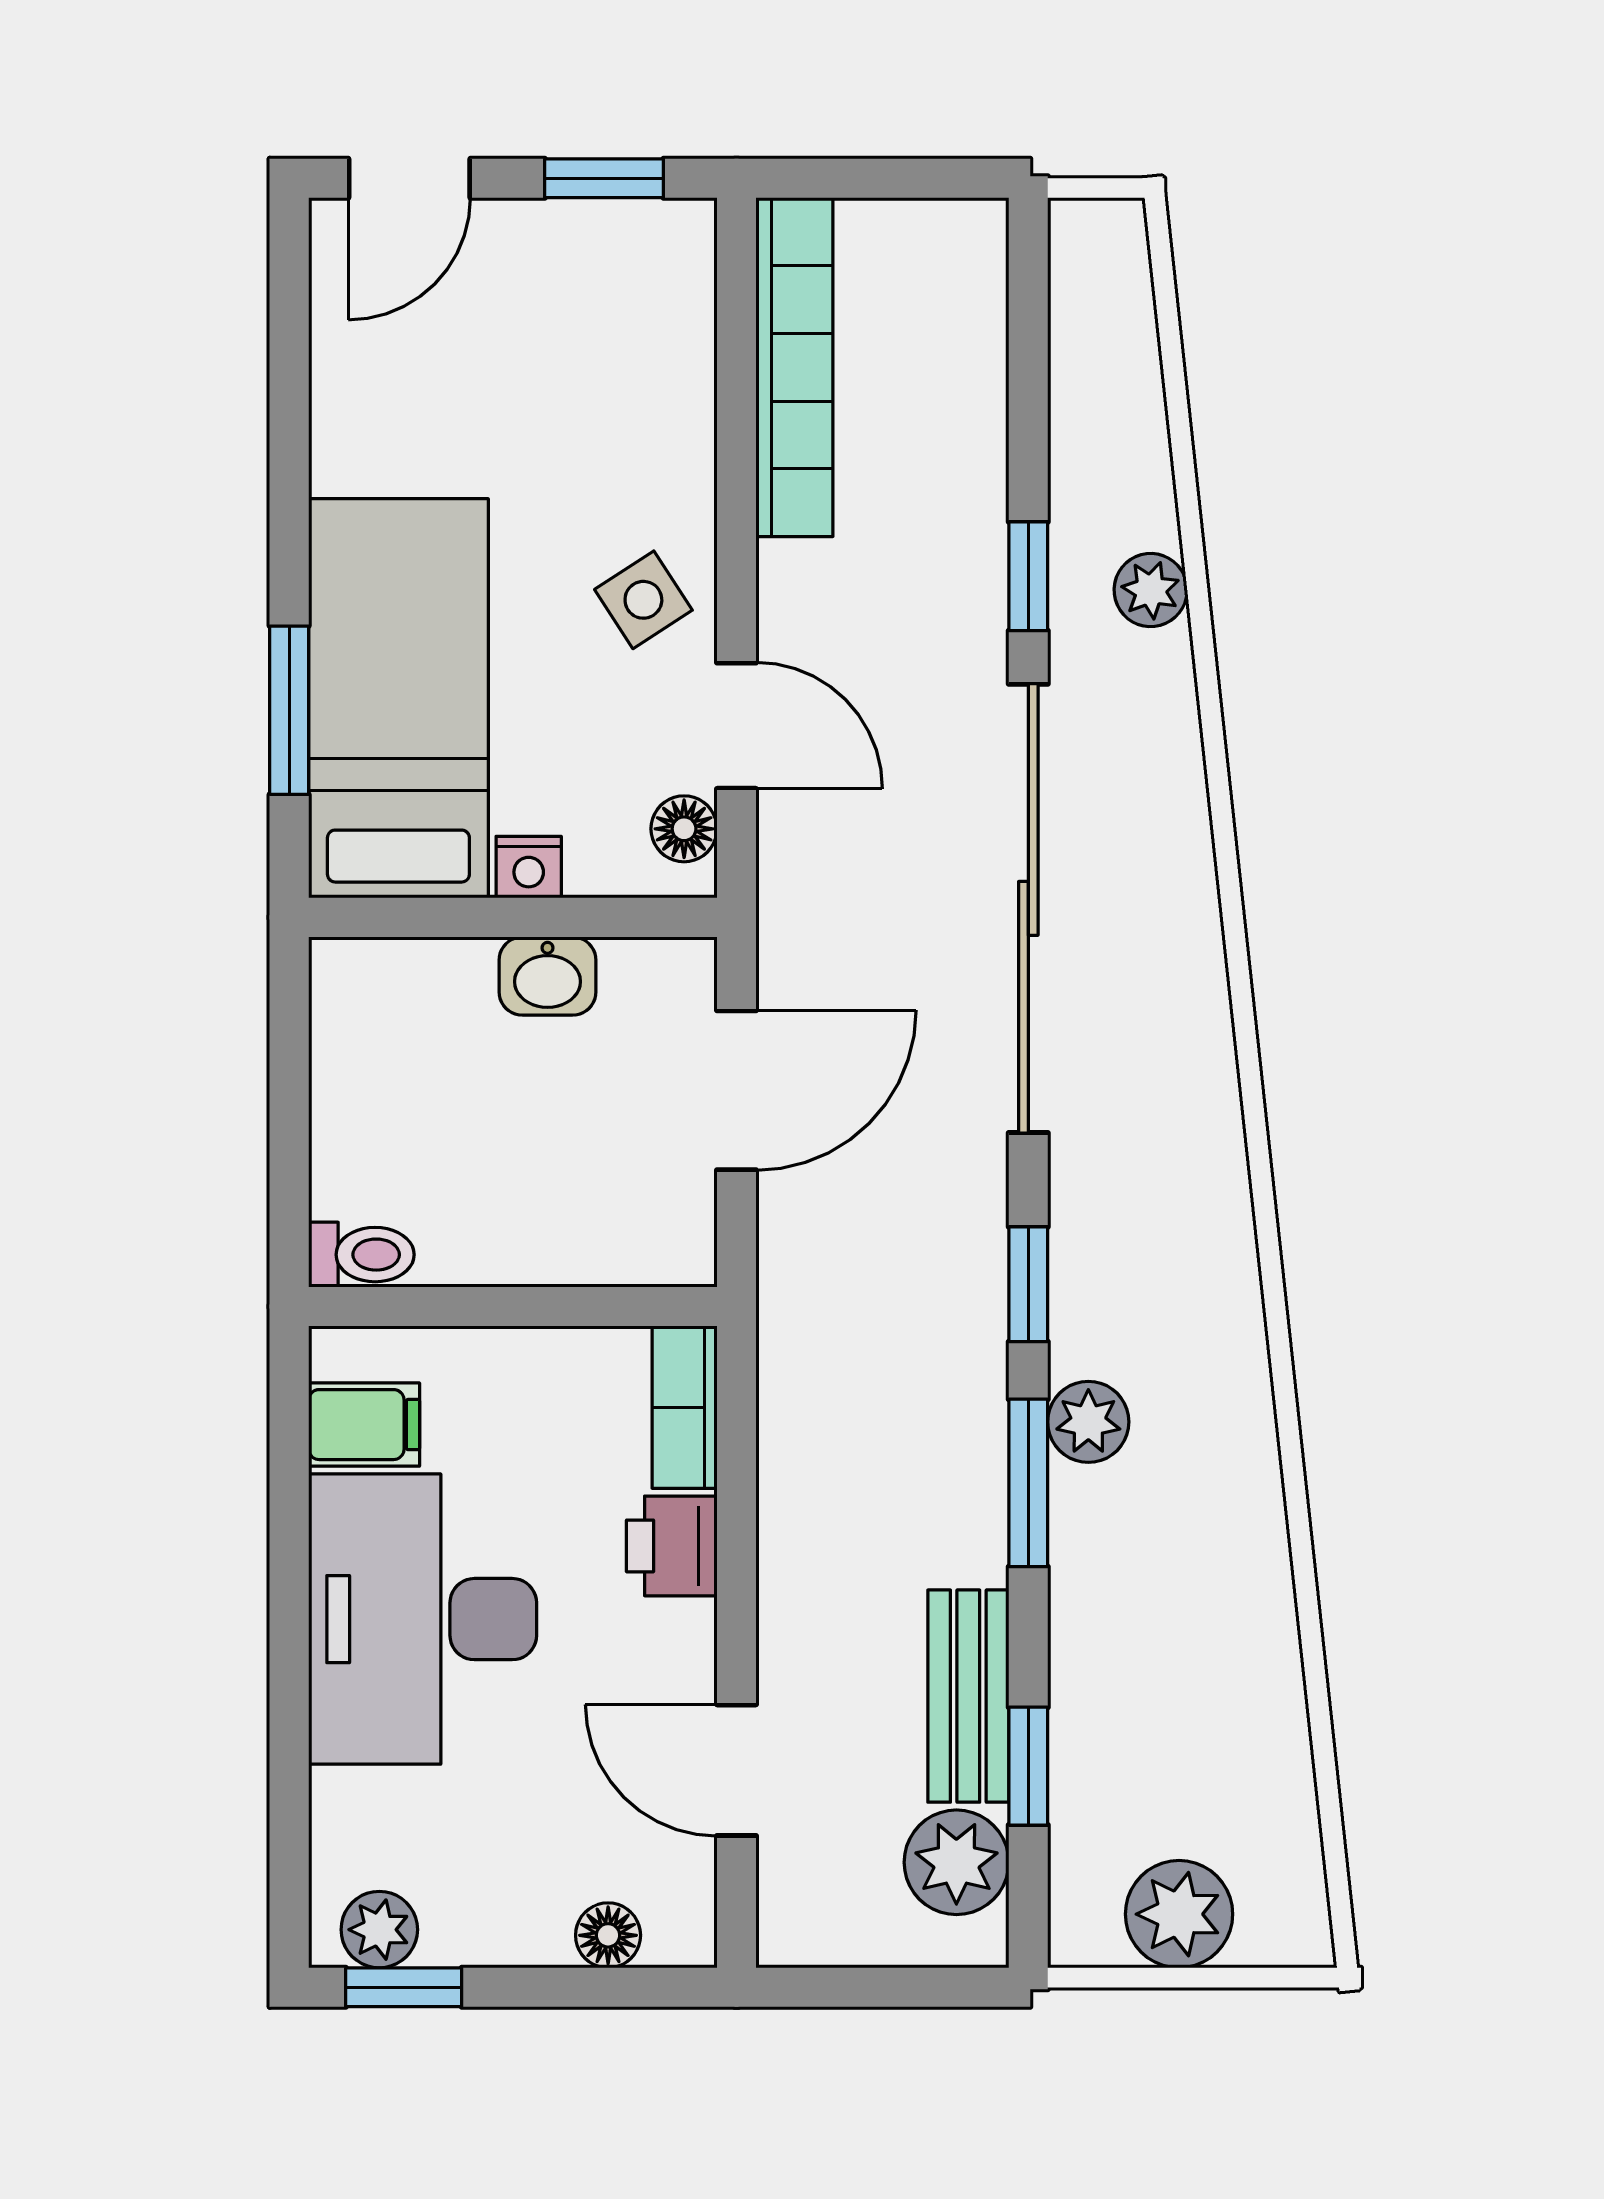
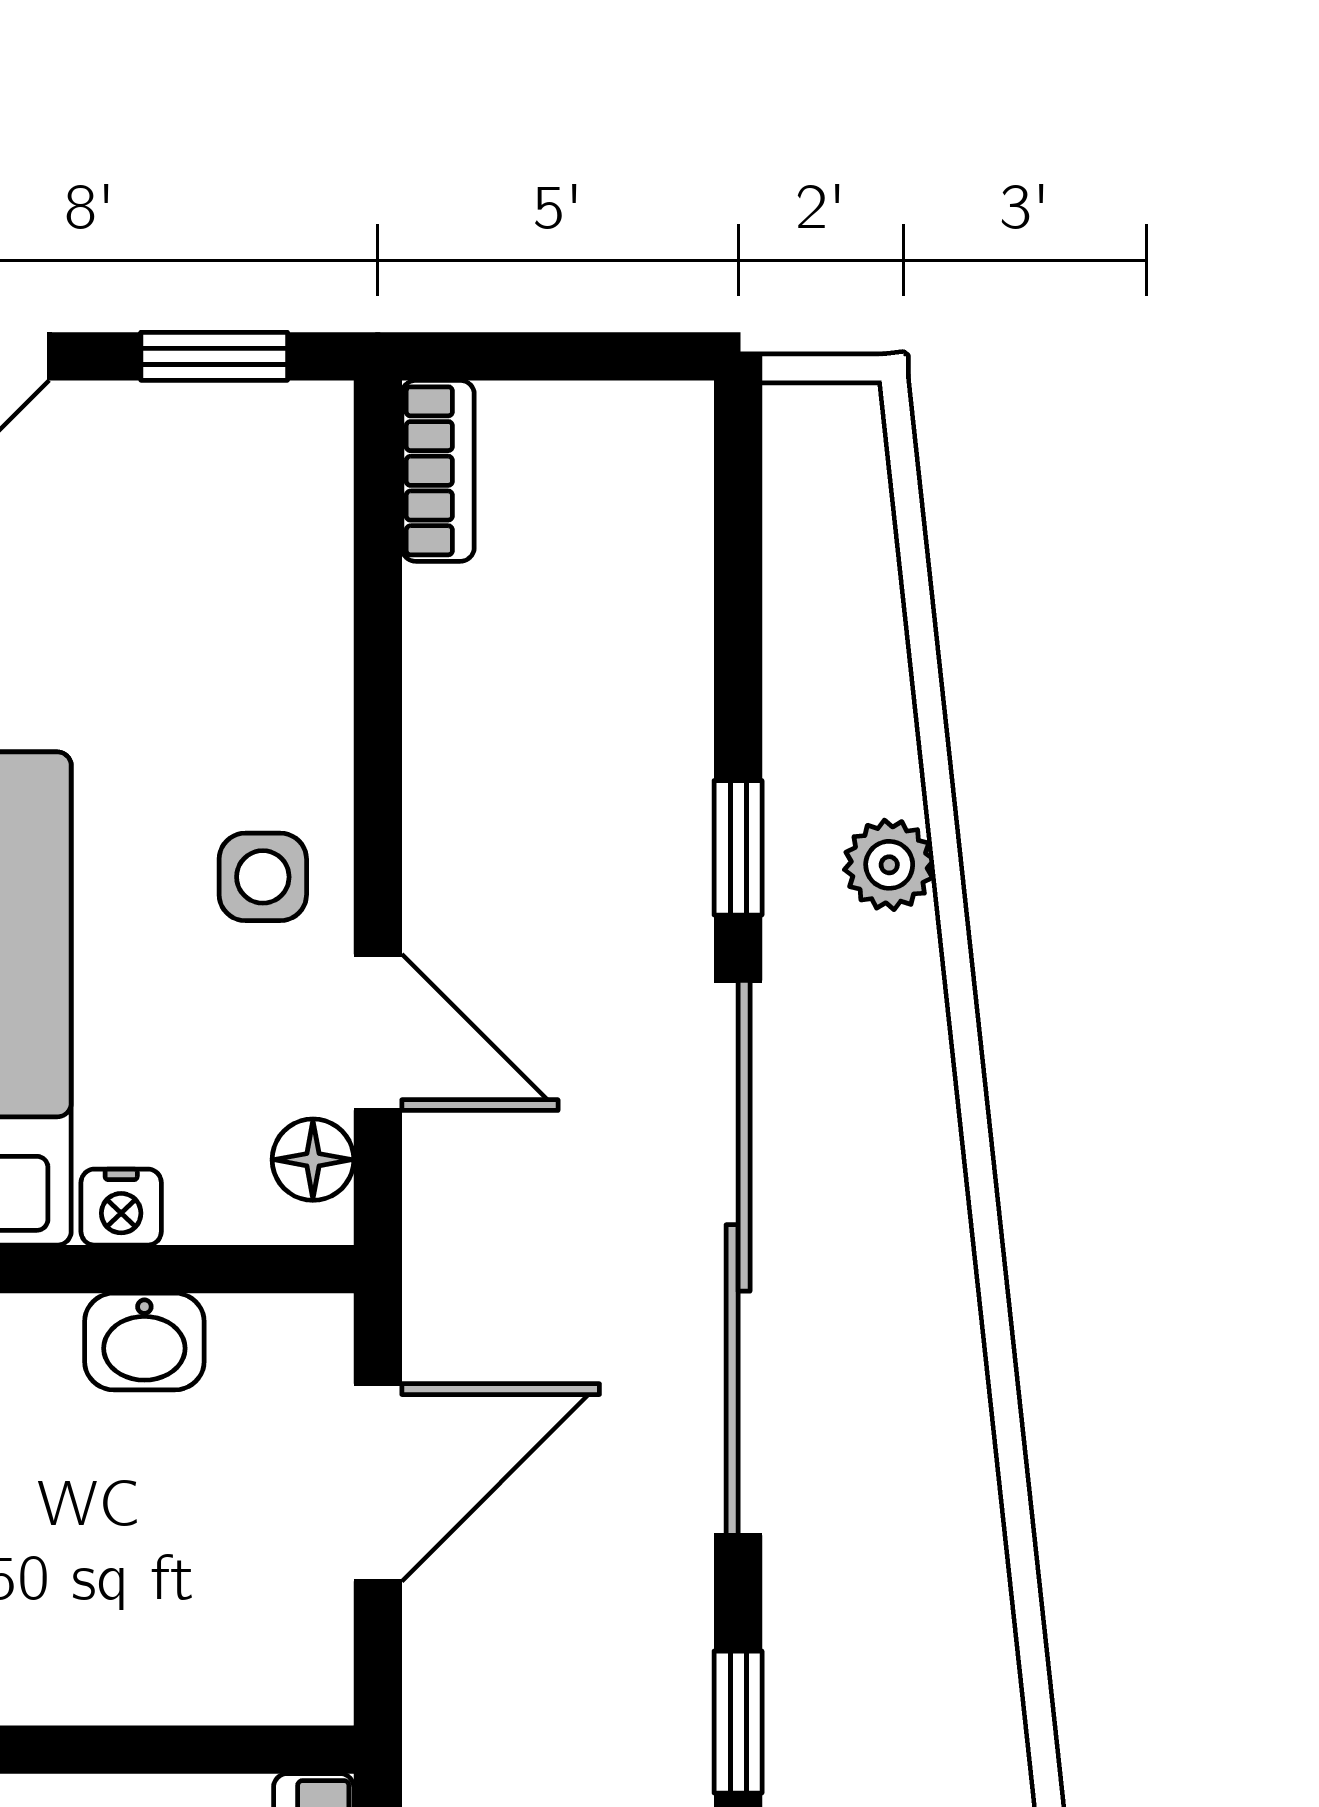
bookcase: (794, 367) -> (438, 471), width x0.43, depth x0.76
side table: (643, 600) -> (263, 877), turned 33

